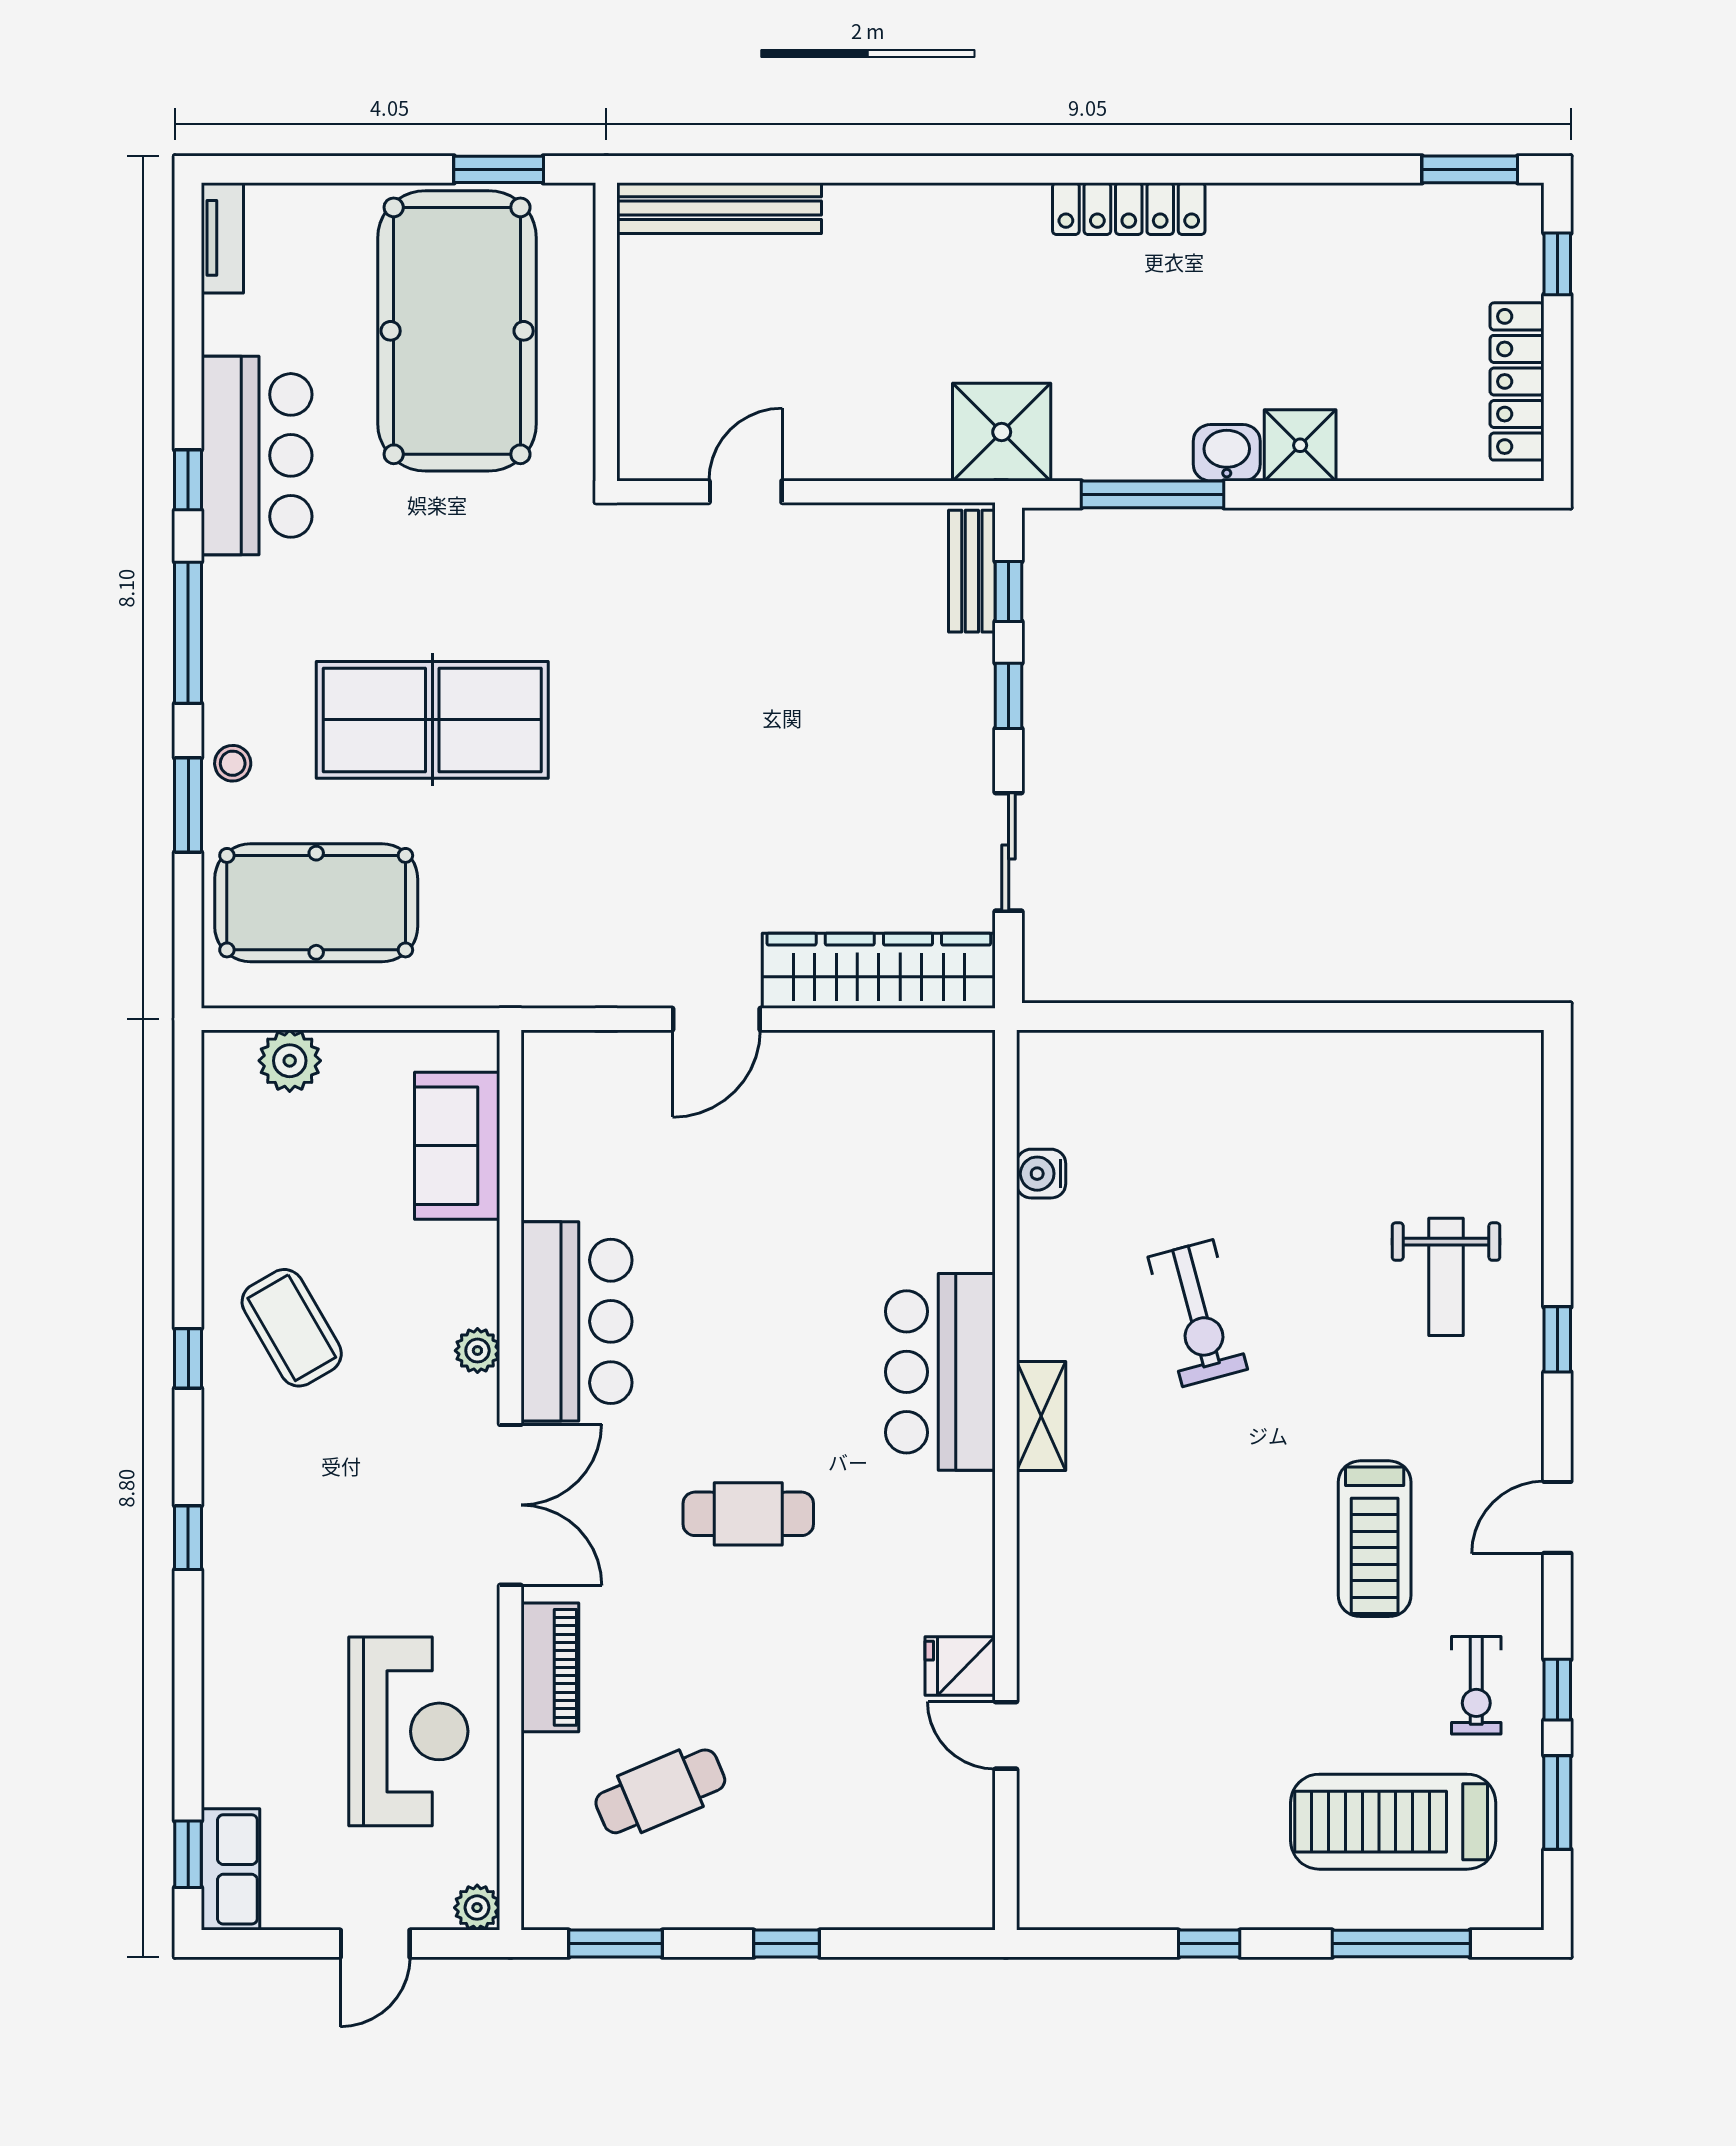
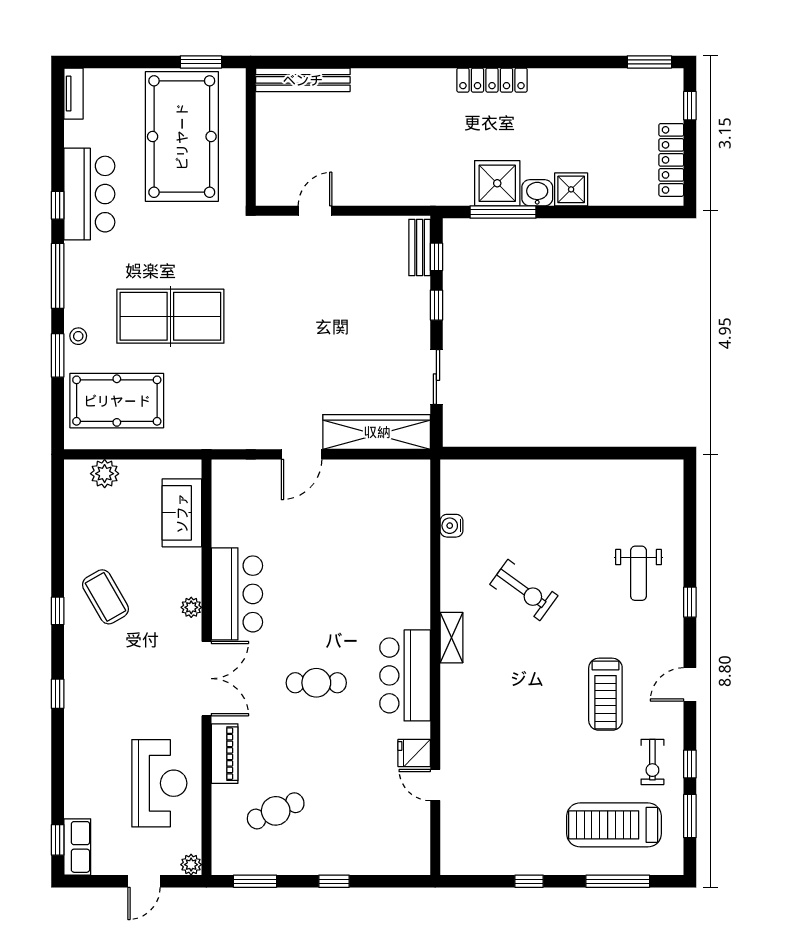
shower: (1002, 432) -> (497, 183), moved
exercise bike: (1198, 1313) -> (524, 590), turned -39
bar counter: (940, 1372) -> (405, 675), moved

